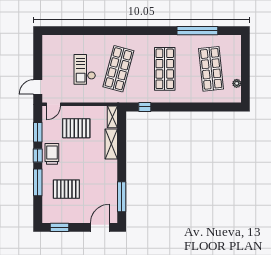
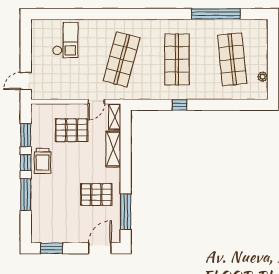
checkout: (85, 69) -> (65, 40), moved, turned 180
door: (53, 104) -> (96, 102), moved
window: (145, 107) -> (180, 105), moved
trolley: (52, 154) -> (43, 161), turned 180
pallet: (66, 189) -> (96, 195), moved

